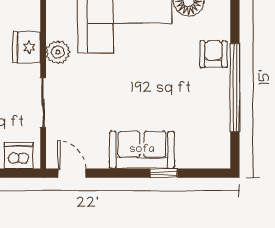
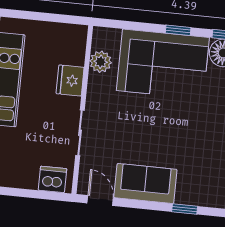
plant: (58, 52) -> (101, 62), moved
sofa: (142, 150) -> (145, 183), moved

